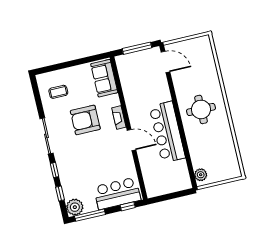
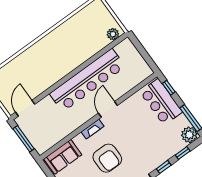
round table: (201, 109) -> (54, 58), removed
bar counter: (167, 132) -> (87, 80), width x1.36

